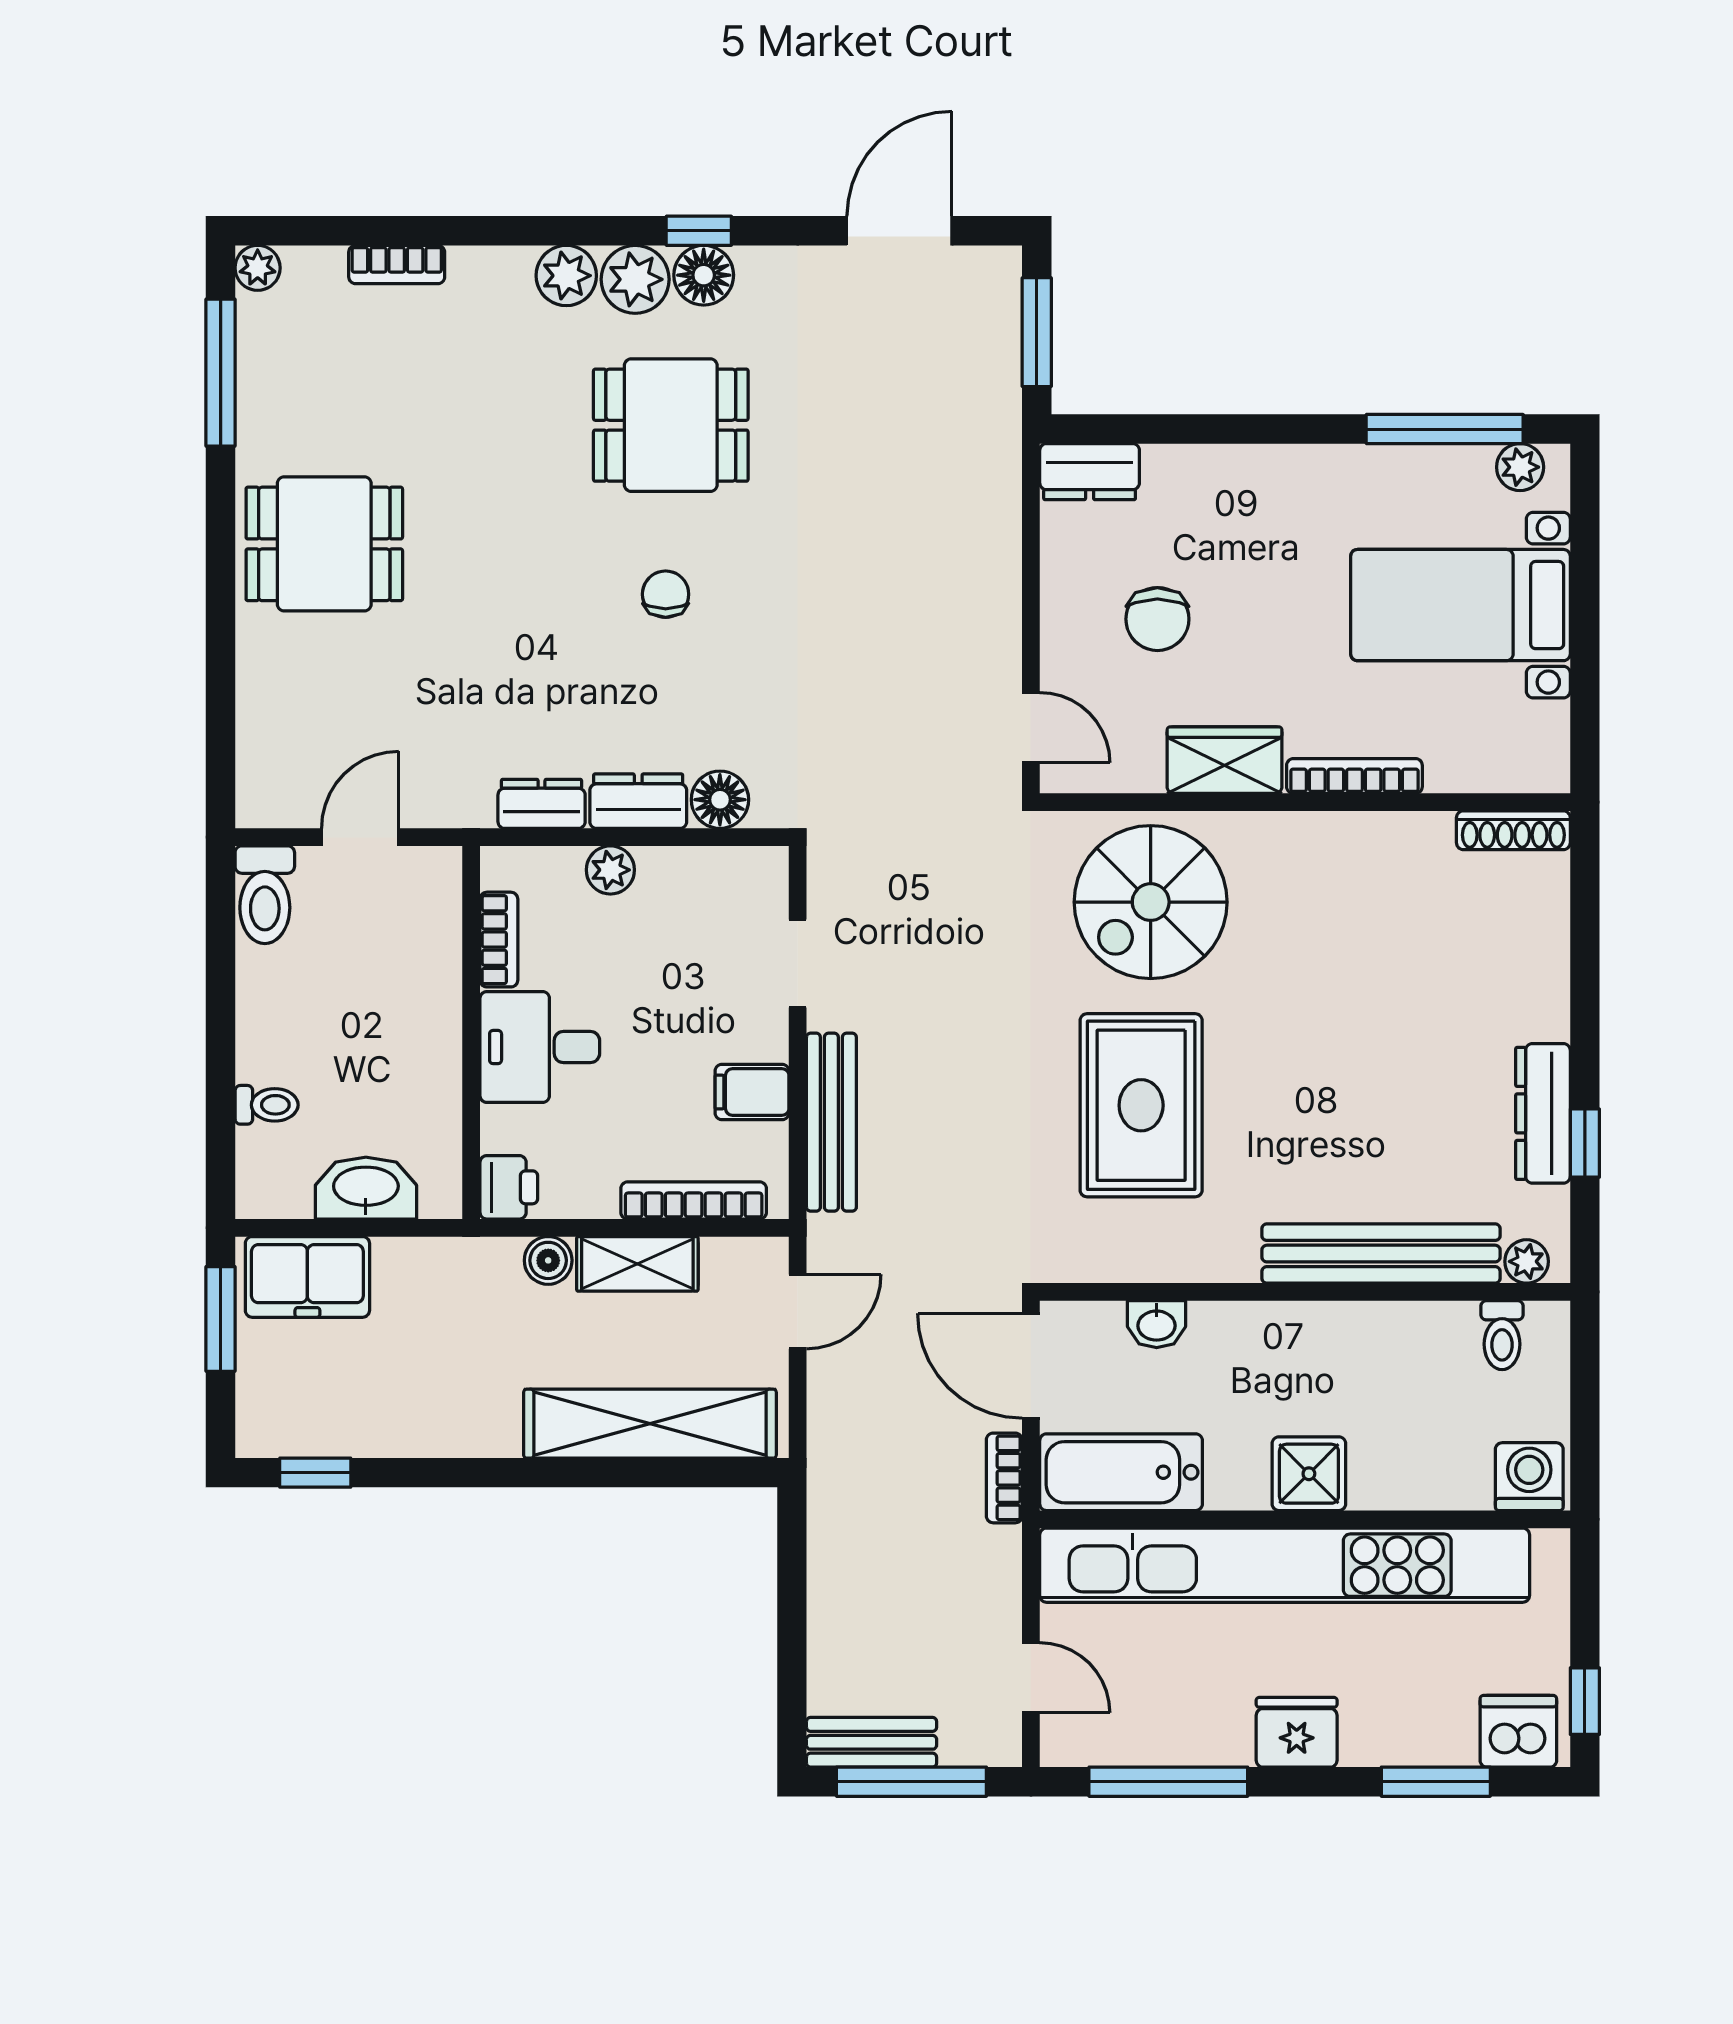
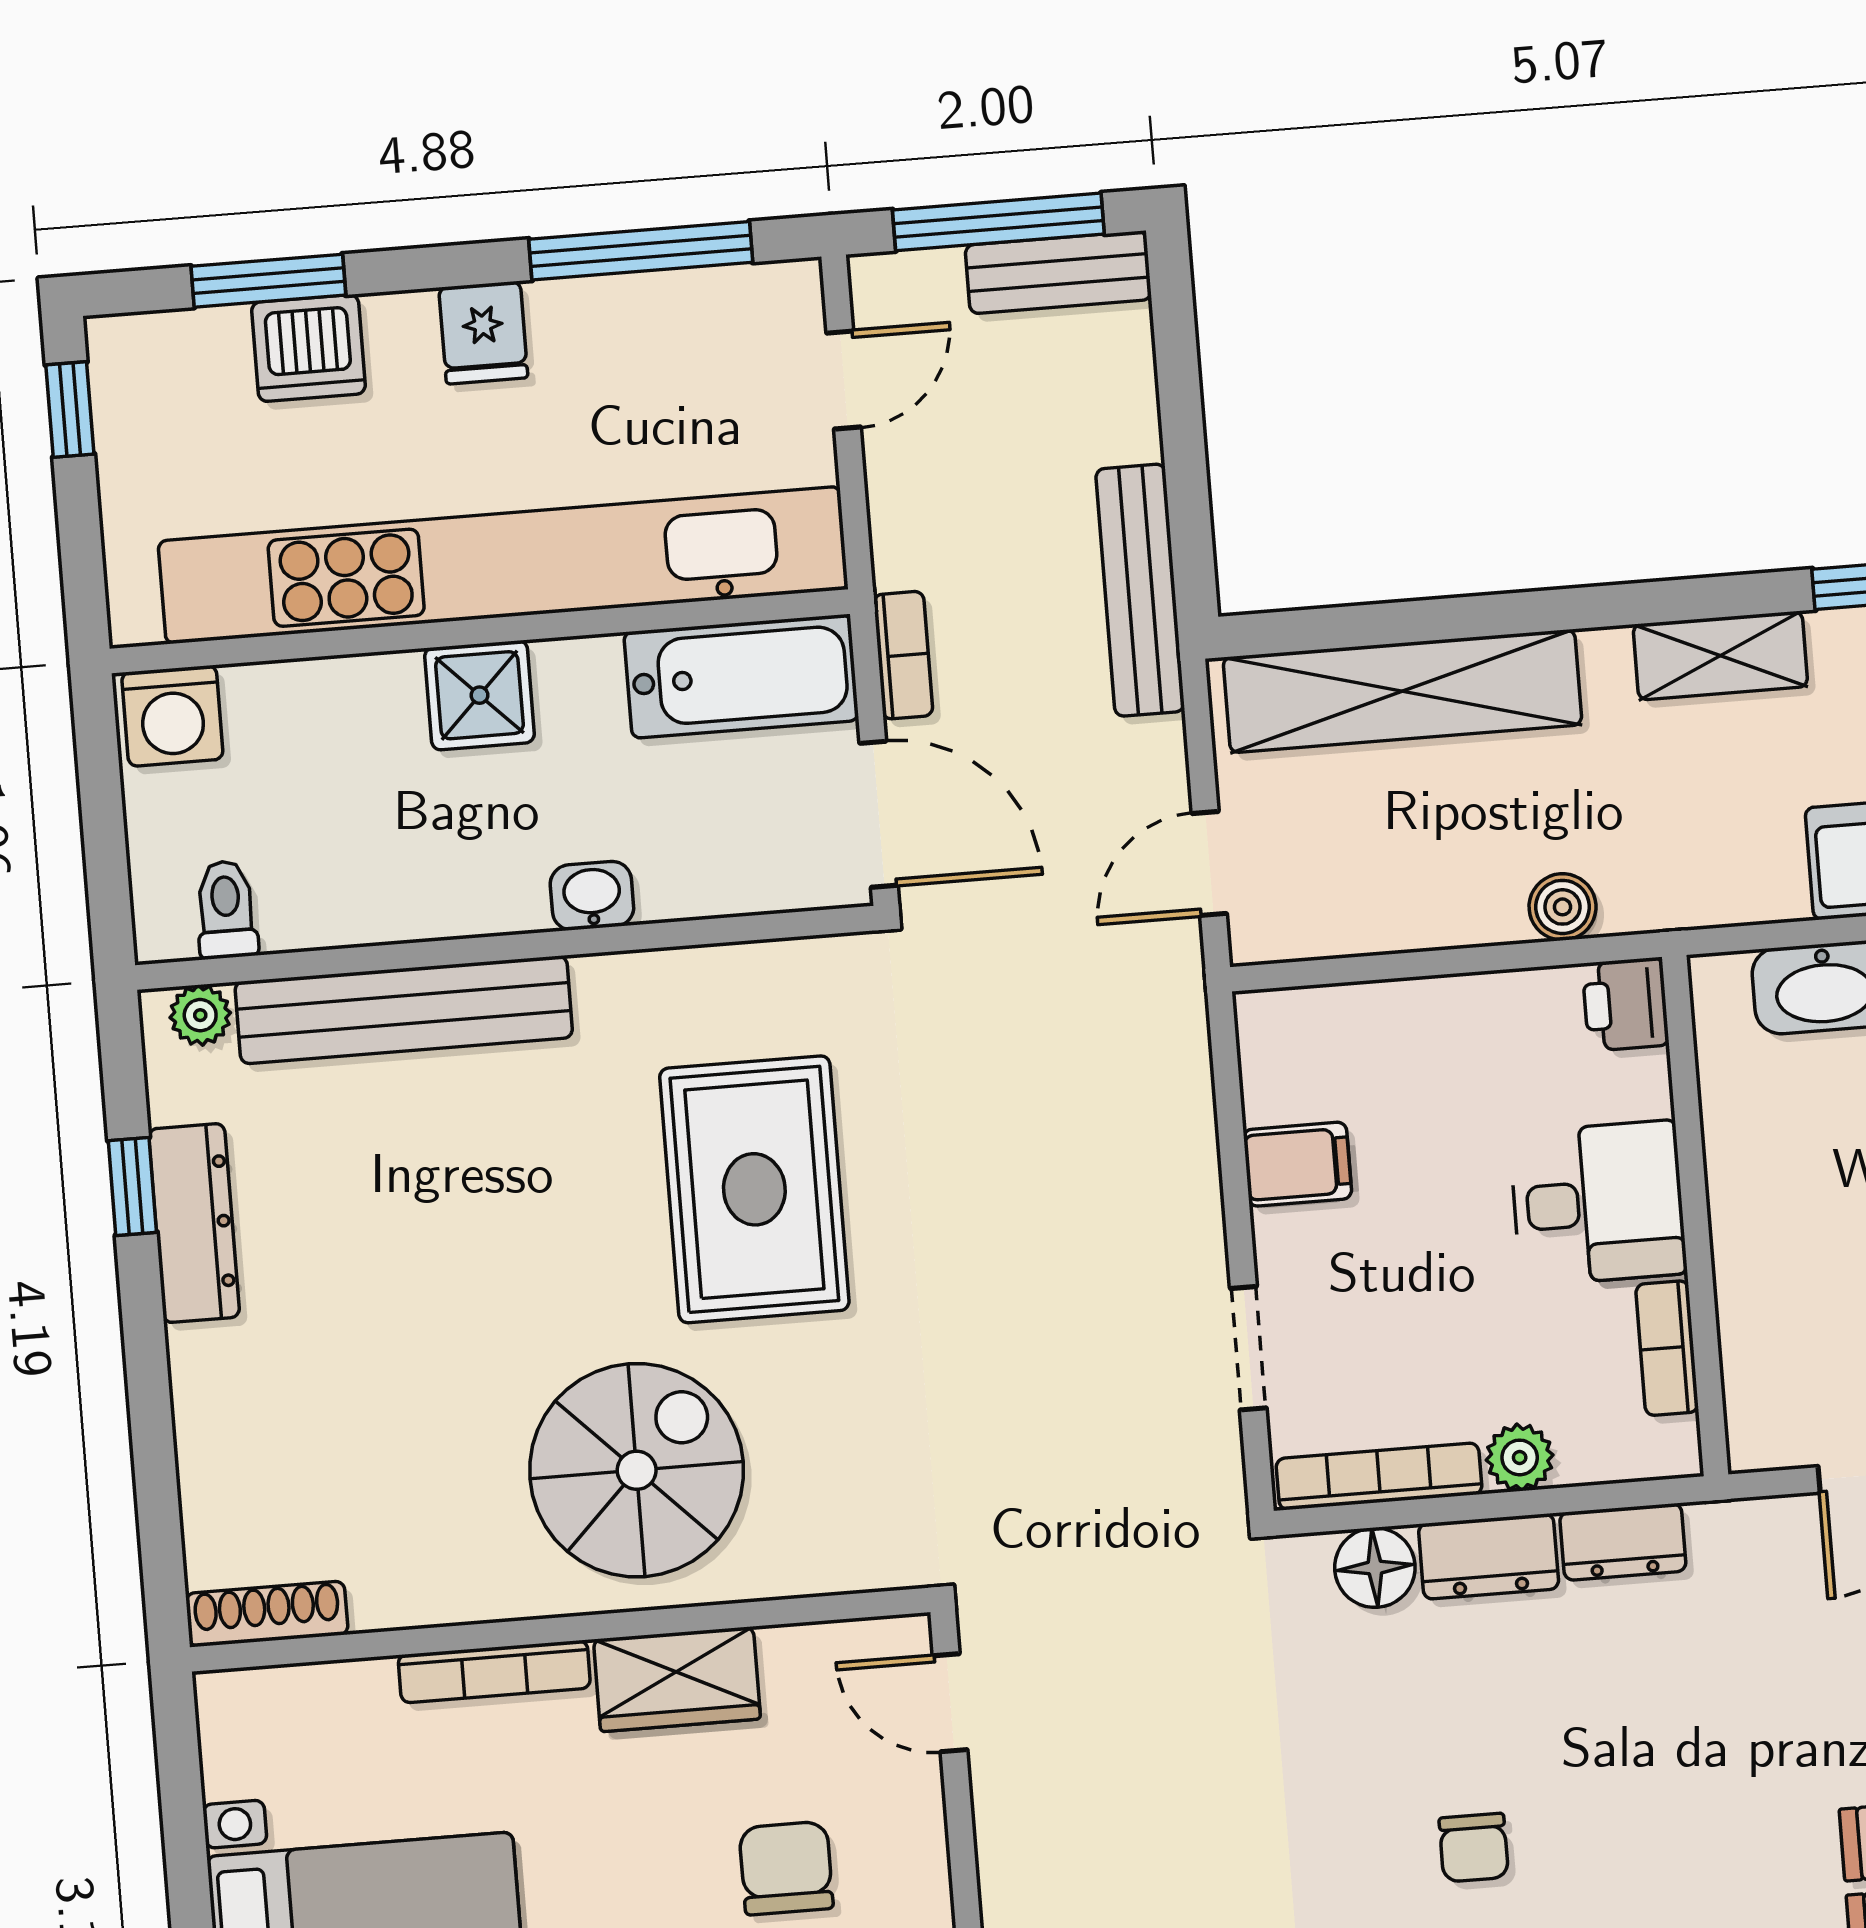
spiral stairs: (1151, 902) -> (637, 1470), moved
bench: (831, 1122) -> (1140, 590), moved
bookcase: (694, 1200) -> (1379, 1476), moved, turned 180
shelving: (637, 1264) -> (1720, 656), moved
washbasin: (1157, 1324) -> (592, 896), moved
door: (1031, 1678) -> (844, 380), swing flipped
dishwasher: (1518, 1731) -> (308, 348), moved
fridge: (1297, 1732) -> (483, 333), width x0.72

